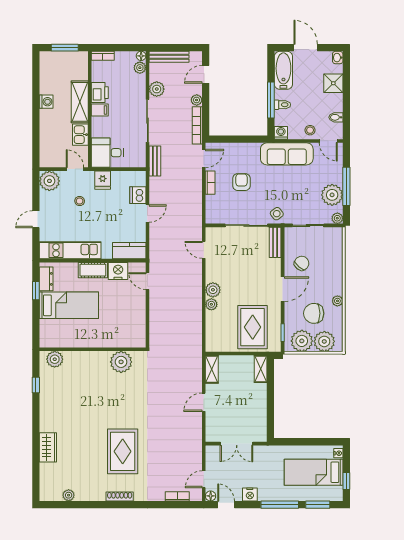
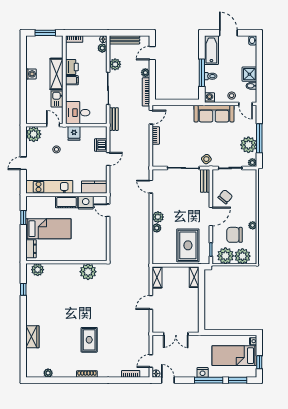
shower: (333, 83) -> (249, 74), moved
armchair: (241, 182) -> (180, 135), removed
dresser: (46, 279) -> (31, 249), moved
rug: (123, 451) -> (89, 340), width x0.73, depth x0.70
nightstand: (250, 494) -> (203, 372), moved

